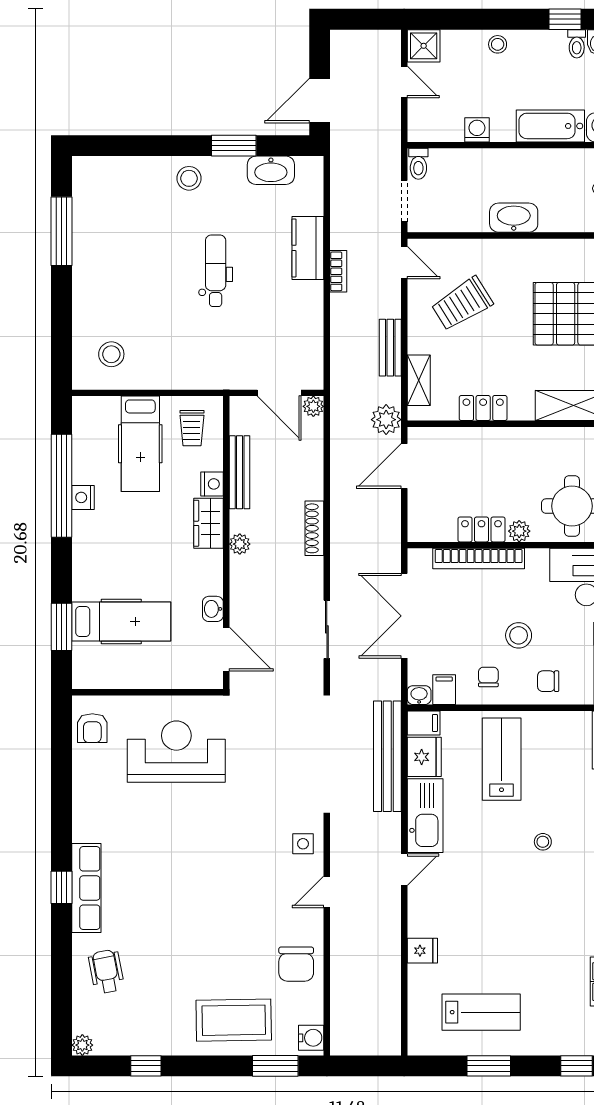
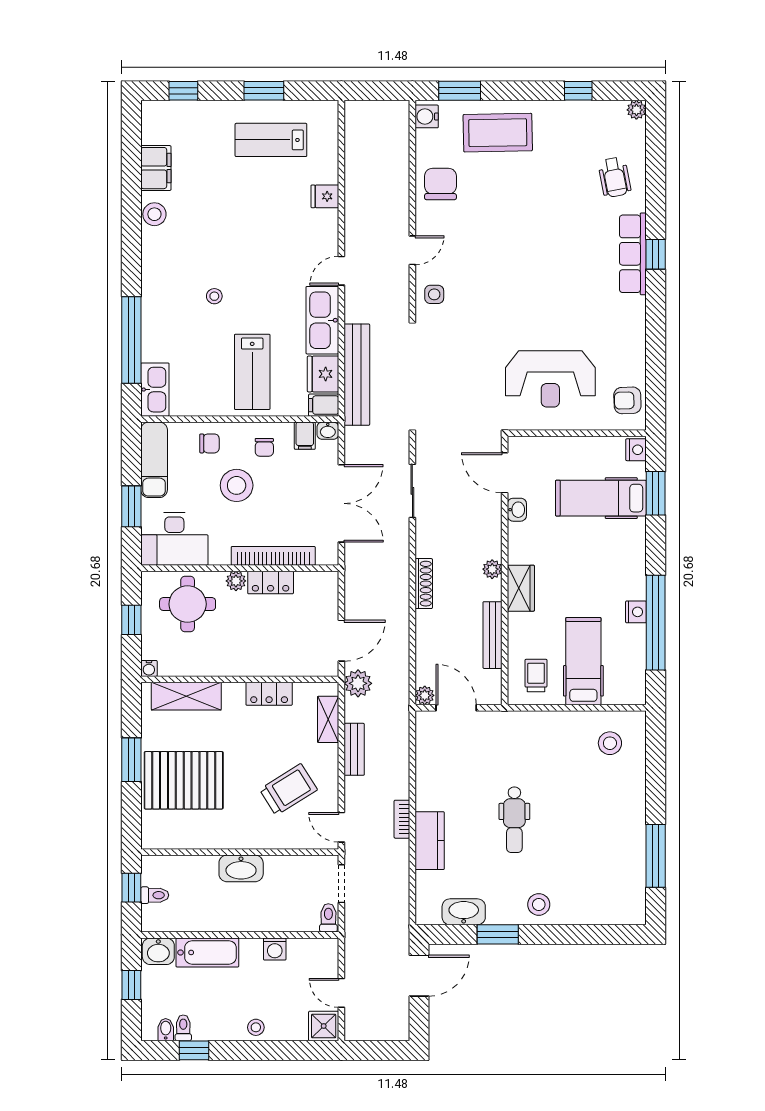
nightstand: (212, 484) -> (636, 450), moved, turned 180
stool: (519, 635) -> (237, 485), width x1.38, depth x1.38
armchair: (92, 728) -> (627, 400), turned -92

